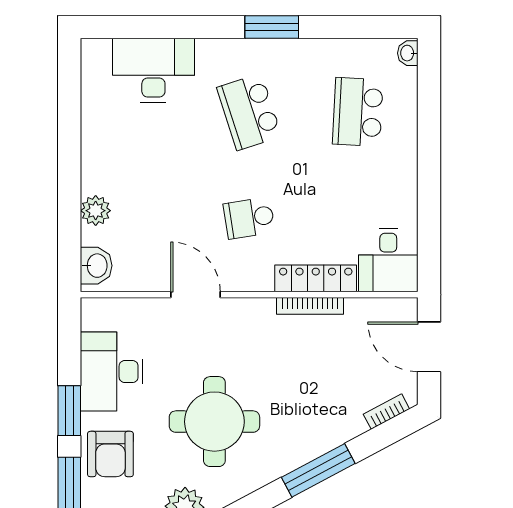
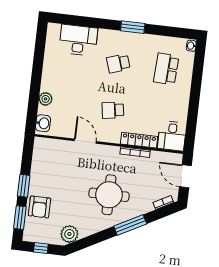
school desk: (249, 112) -> (118, 63), width x0.54
desk: (112, 372) -> (44, 171), removed
round table: (214, 422) -> (109, 195), moved

